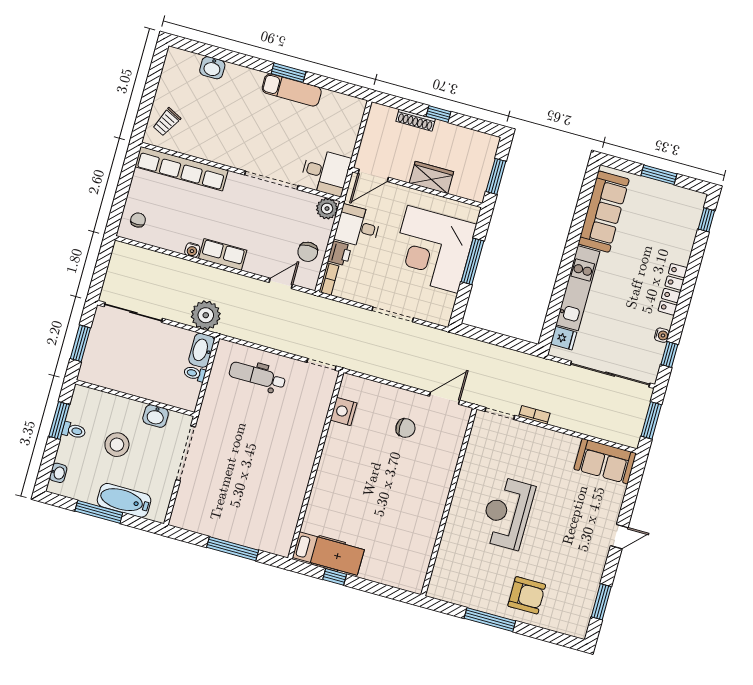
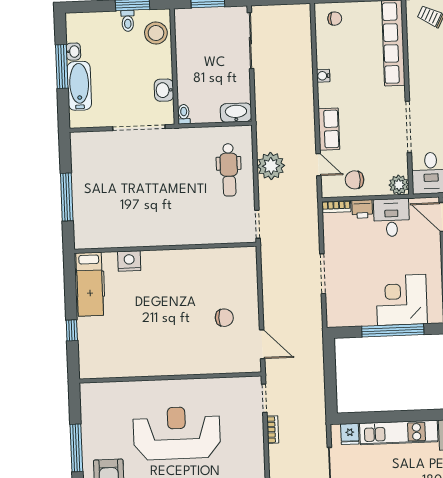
corner desk: (433, 249) -> (402, 300), width x0.74, depth x0.74
row of seats: (223, 254) -> (329, 129), moved
window: (473, 261) -> (393, 330), width x1.46
plant: (206, 315) -> (271, 166), moved
toilet: (195, 374) -> (184, 114), moved
dental chair: (257, 376) -> (229, 170), turned 180
nightstand: (344, 411) -> (129, 261), moved
chair: (405, 428) -> (224, 318), turned -90
stool: (117, 445) -> (156, 33), moved
washbasin: (58, 473) -> (73, 52), moved, turned -90
reception desk: (507, 513) -> (177, 433), width x1.36, depth x1.30
window: (335, 577) -> (72, 330), moved

